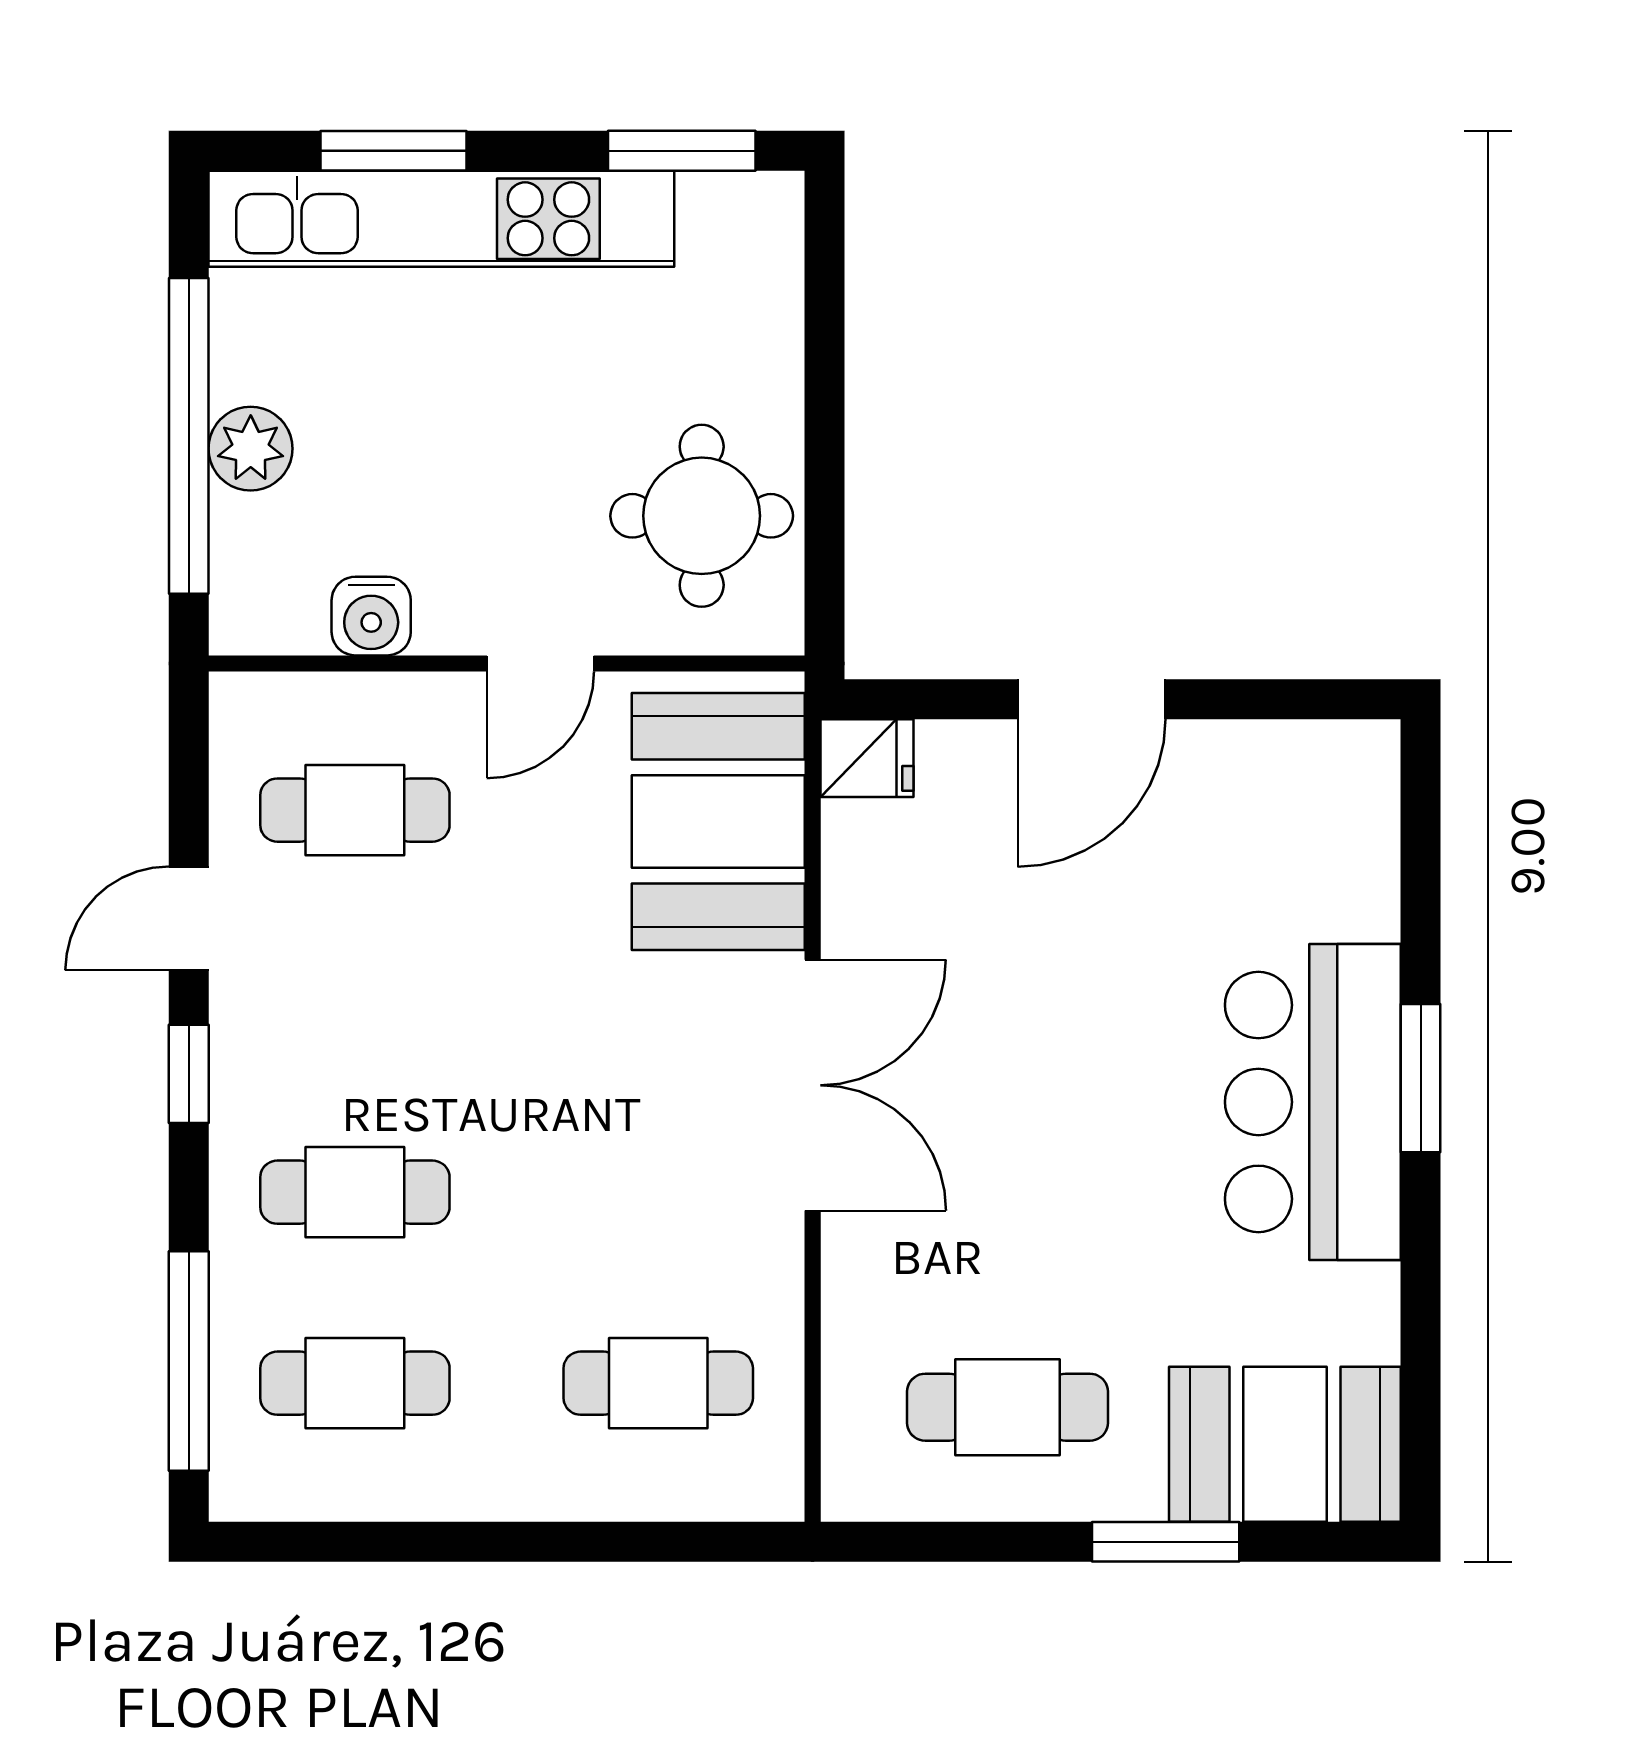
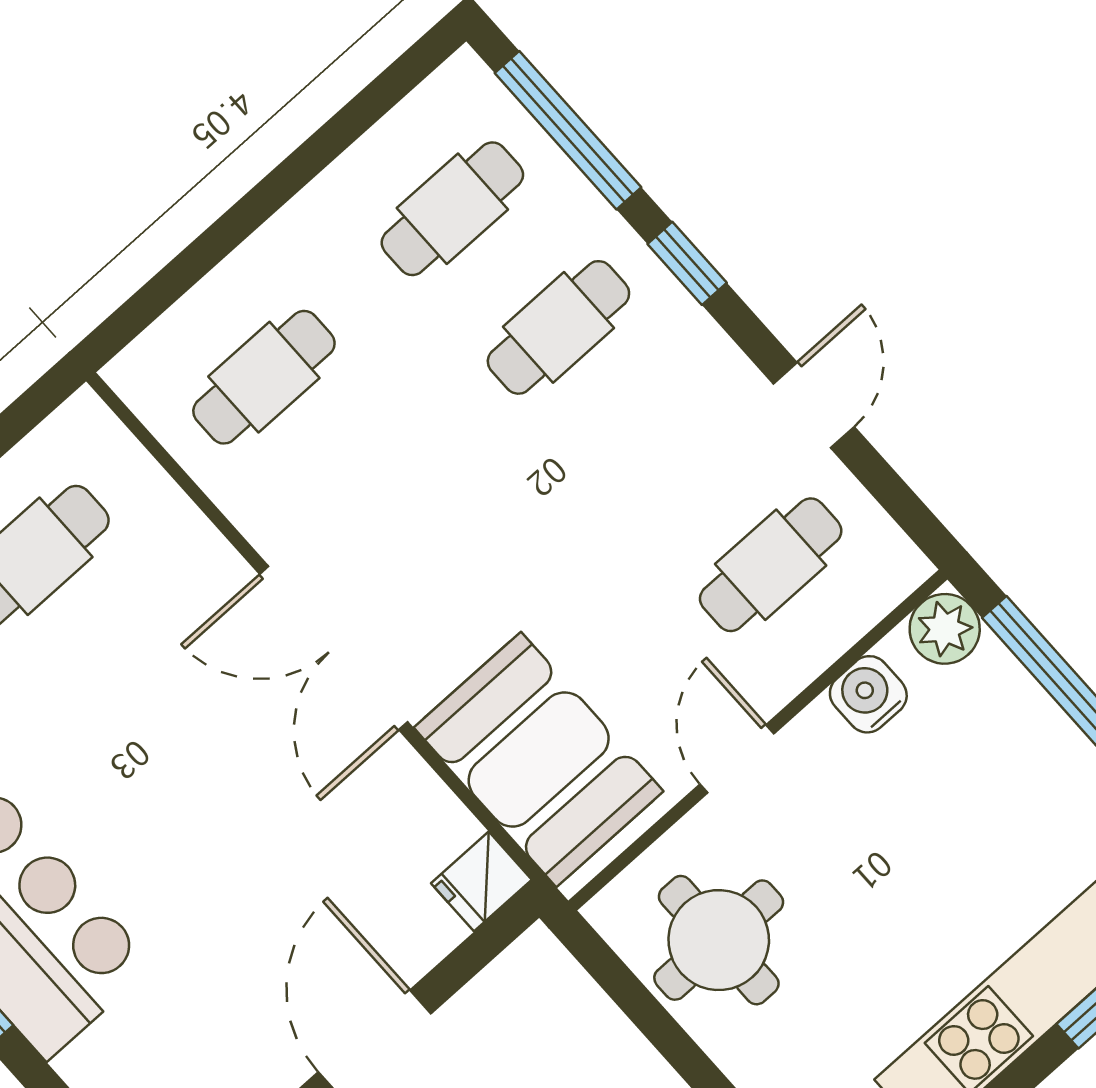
plant: (251, 449) -> (945, 629), moved
window: (189, 1074) -> (687, 263), moved

